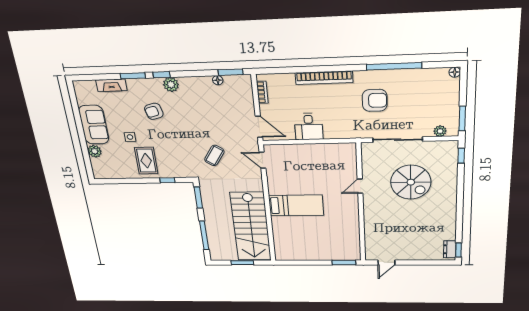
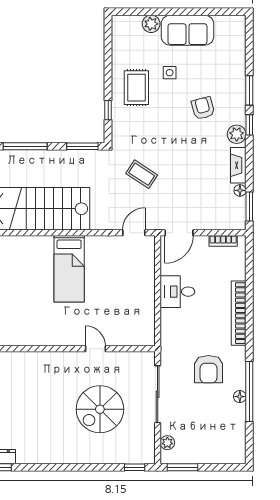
floor lamp: (455, 72) -> (240, 397), moved
fireplace: (111, 85) -> (238, 165), moved
rug: (146, 161) -> (136, 88), turned 90

